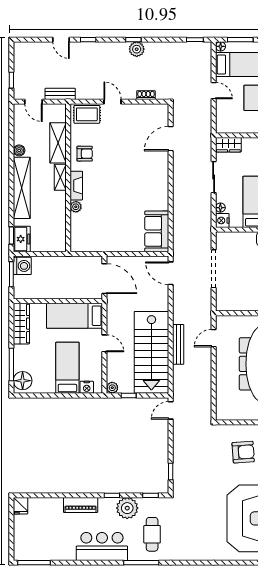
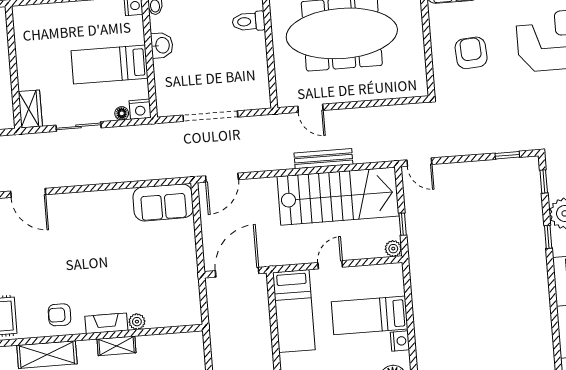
armchair: (85, 154) -> (59, 315), turned -89
shelving: (60, 177) -> (116, 346), moved
nightstand: (87, 387) -> (400, 341), moved

